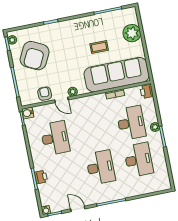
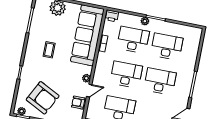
coffee table: (99, 47) -> (49, 50), moved
desk: (93, 130) -> (126, 75), added

